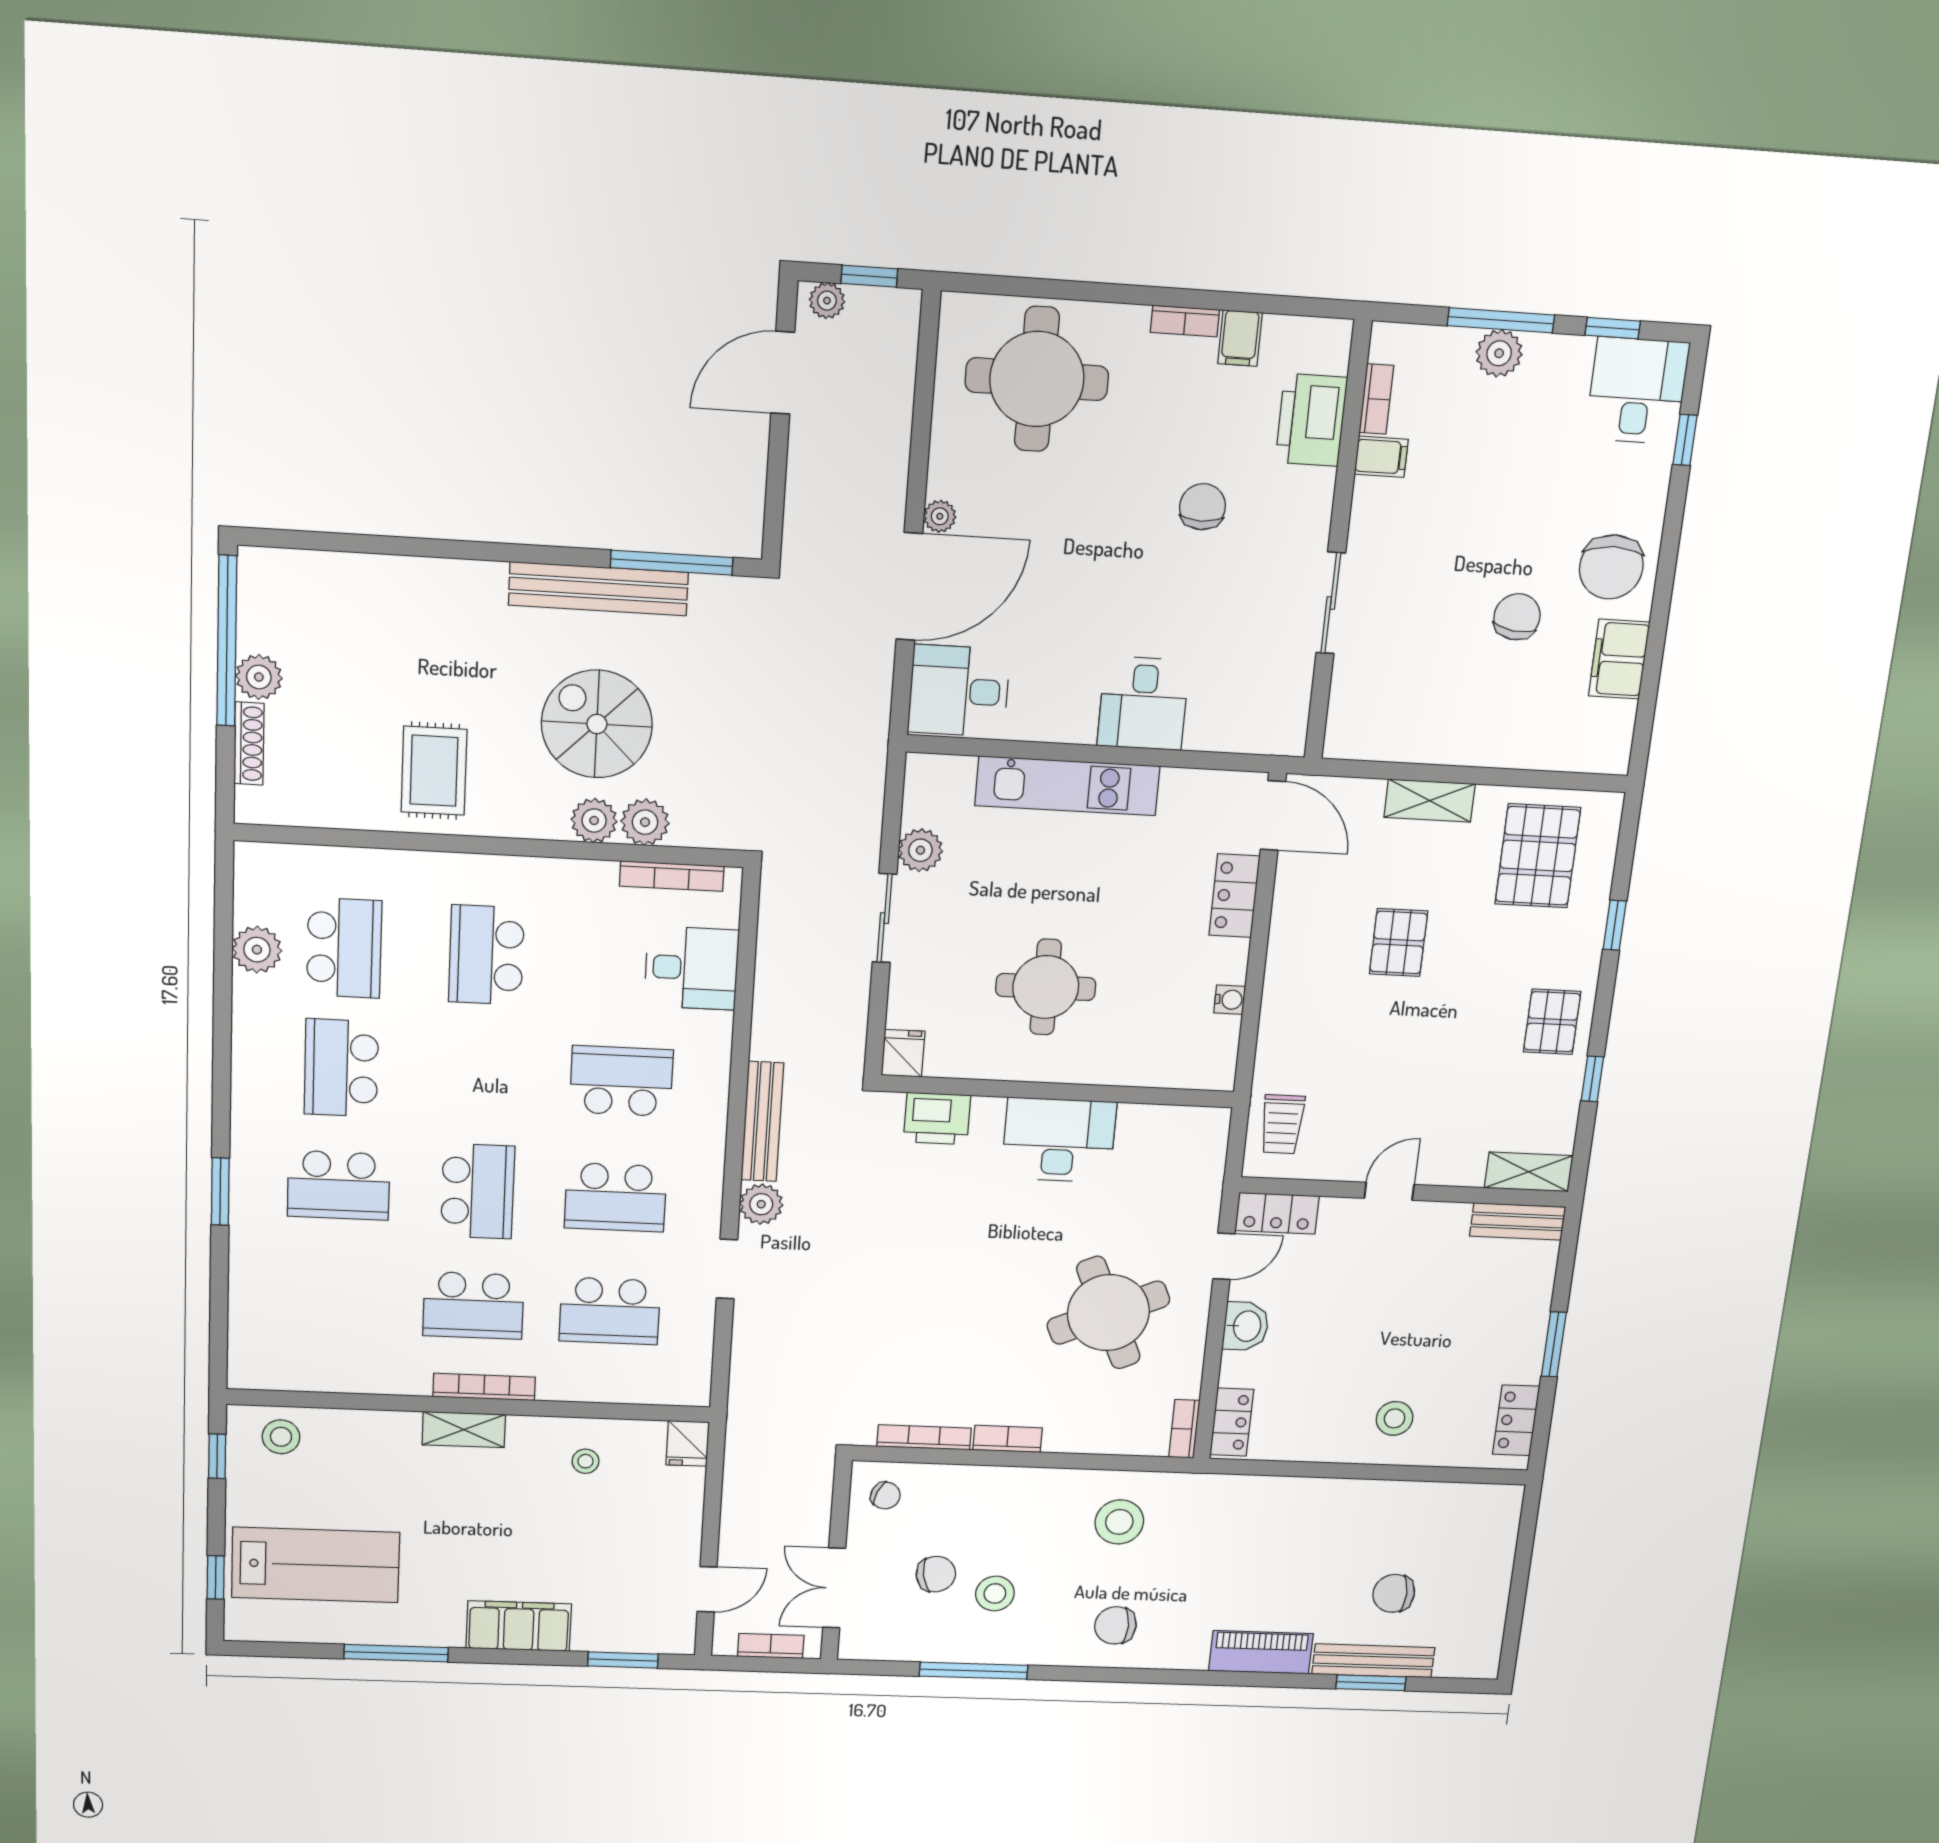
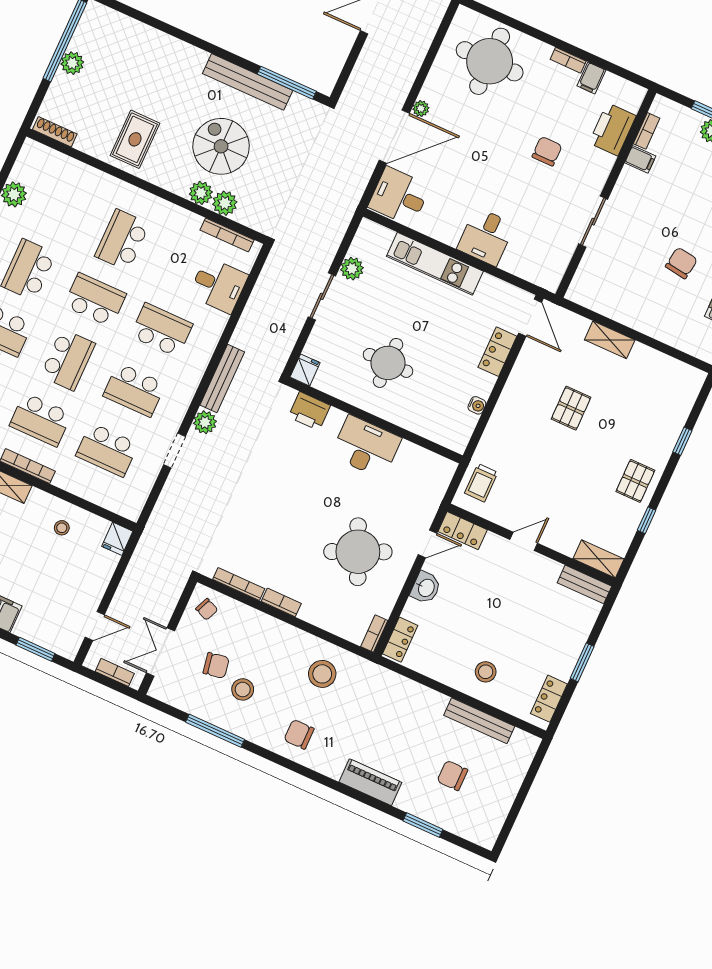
shoe rack: (249, 744) -> (55, 132), moved, turned -90
pallet: (1538, 856) -> (655, 390), removed
school desk: (344, 948) -> (95, 300), moved, turned -90
bench: (1373, 1661) -> (479, 721), moved

